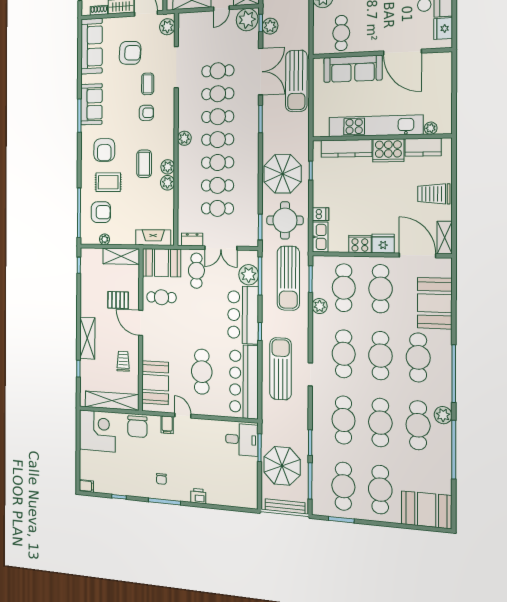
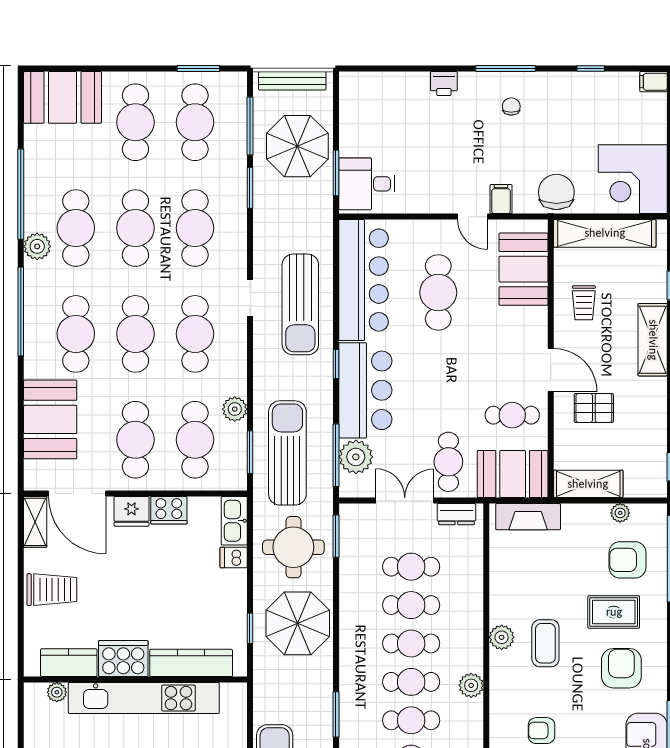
plant: (167, 183) -> (502, 610), removed

